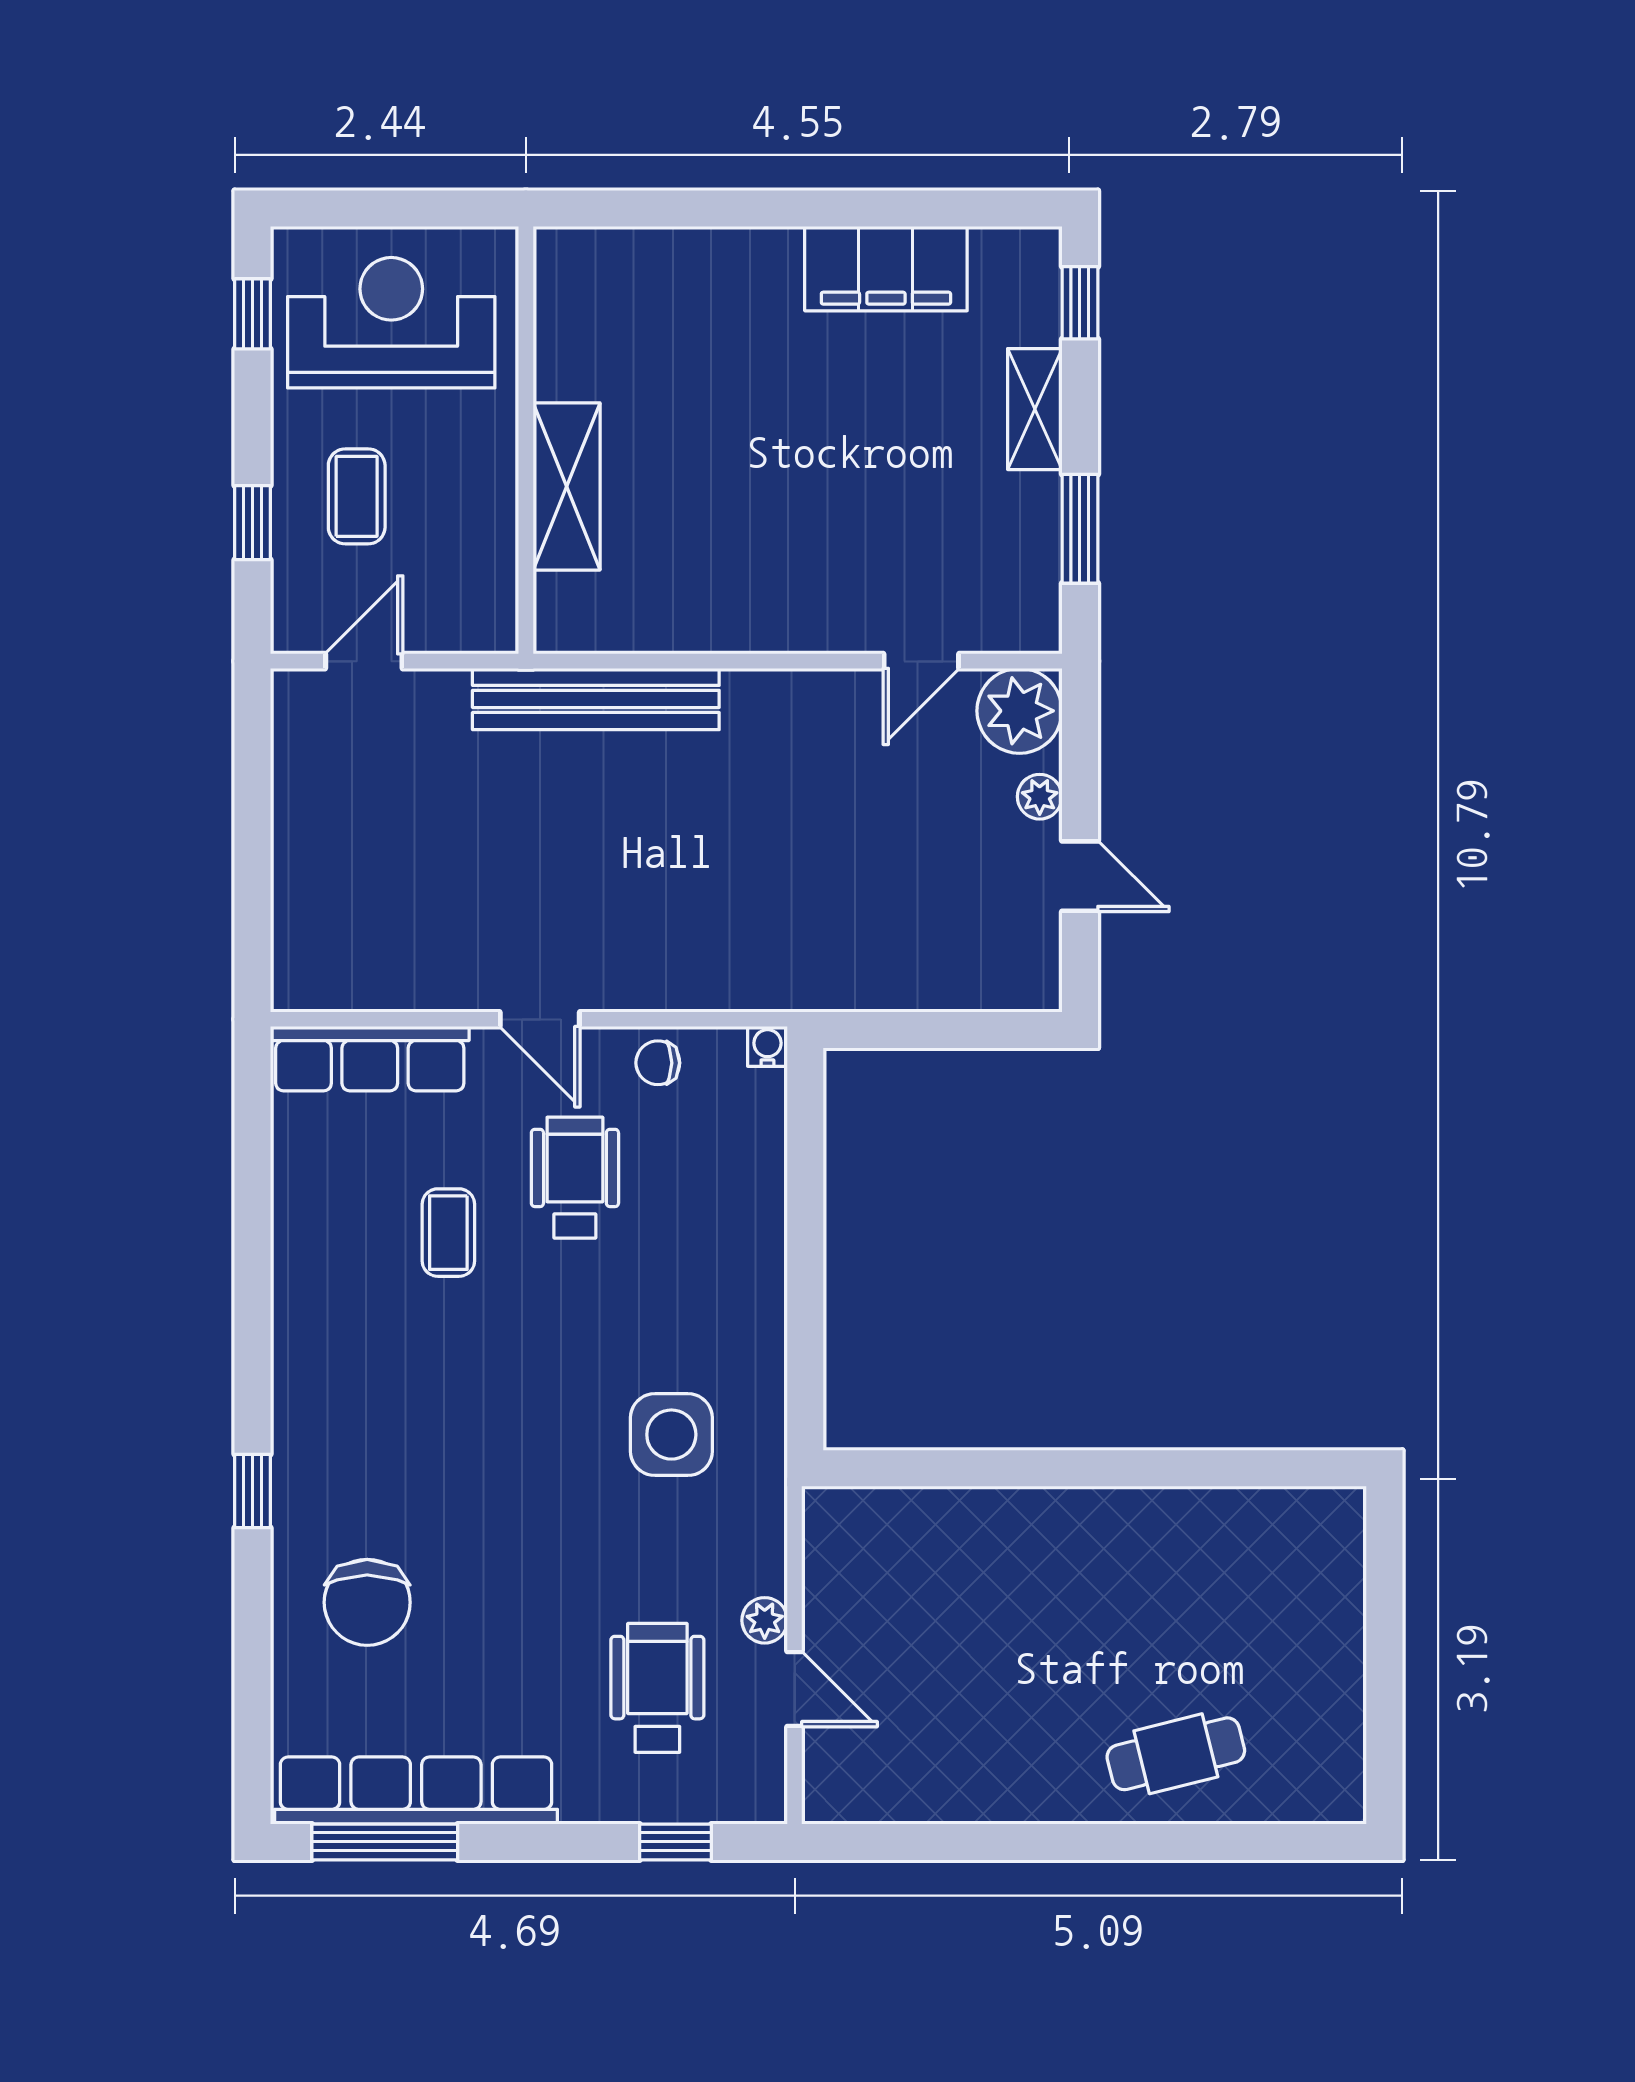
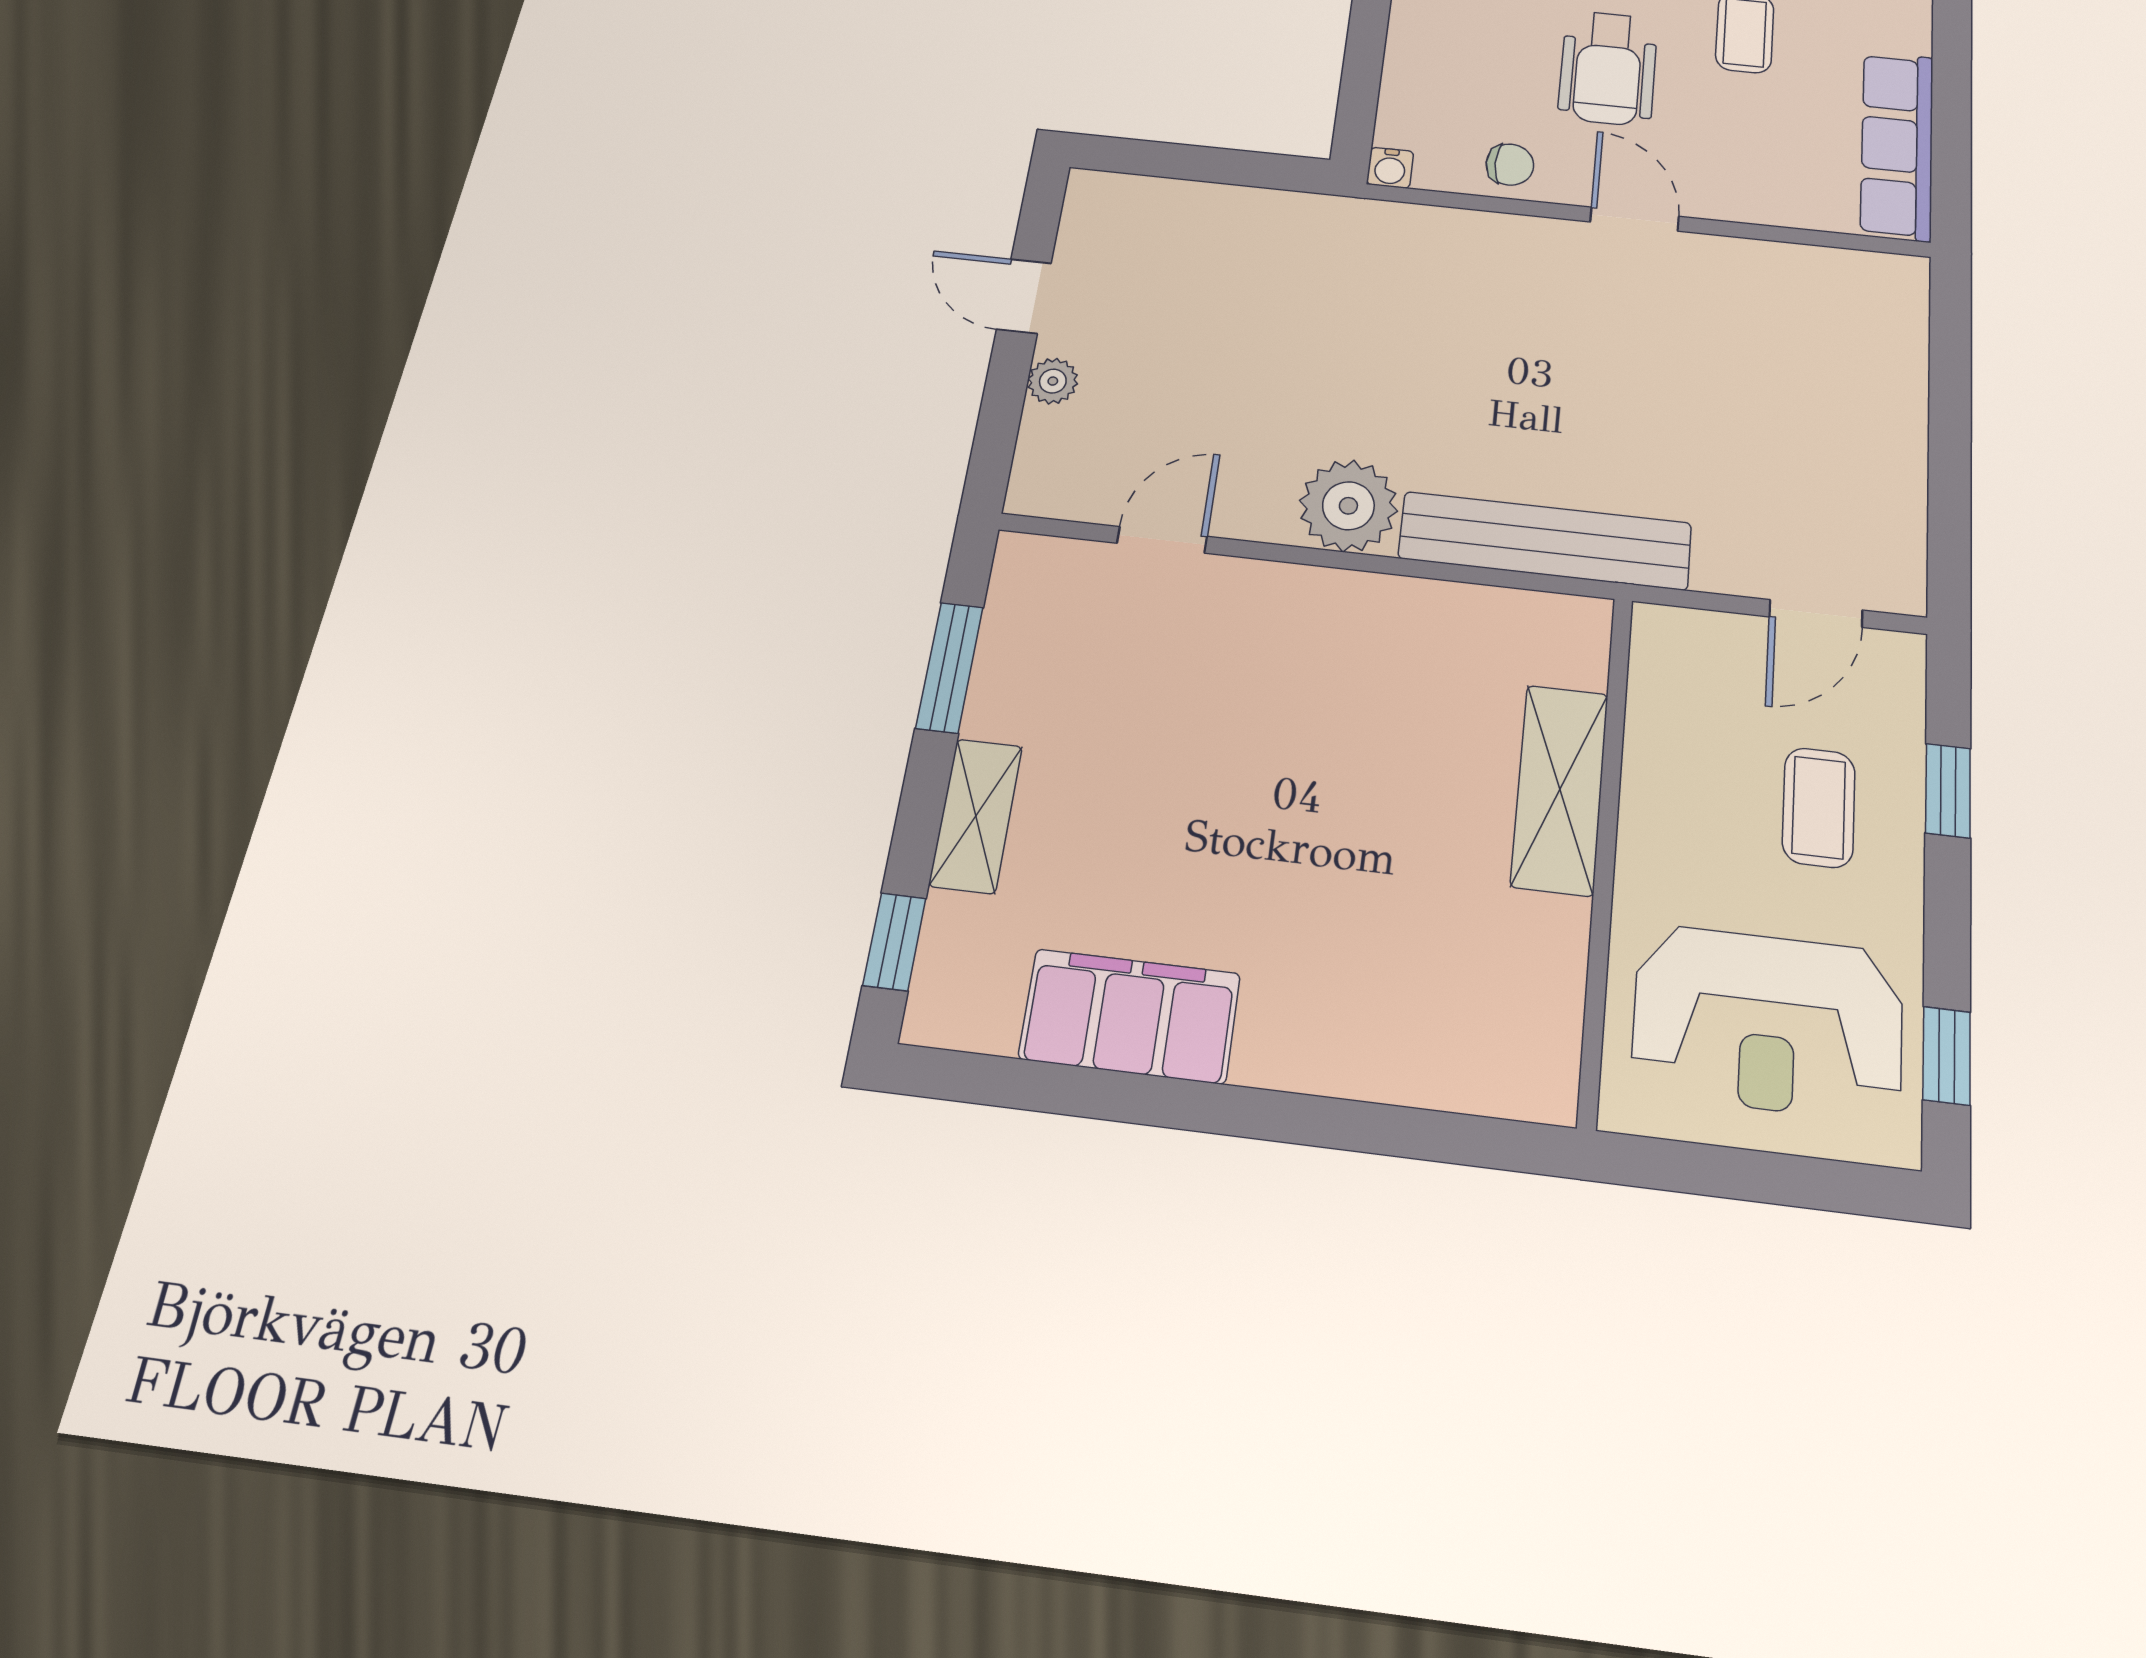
plant: (1019, 711) -> (1348, 506), moved
row of seats: (370, 1059) -> (1897, 145), moved, turned -90

